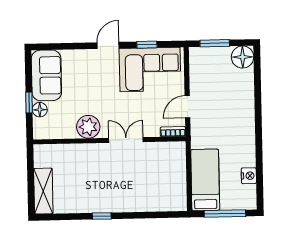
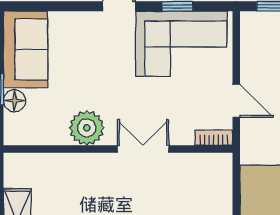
door: (187, 107) -> (236, 101), swing flipped

